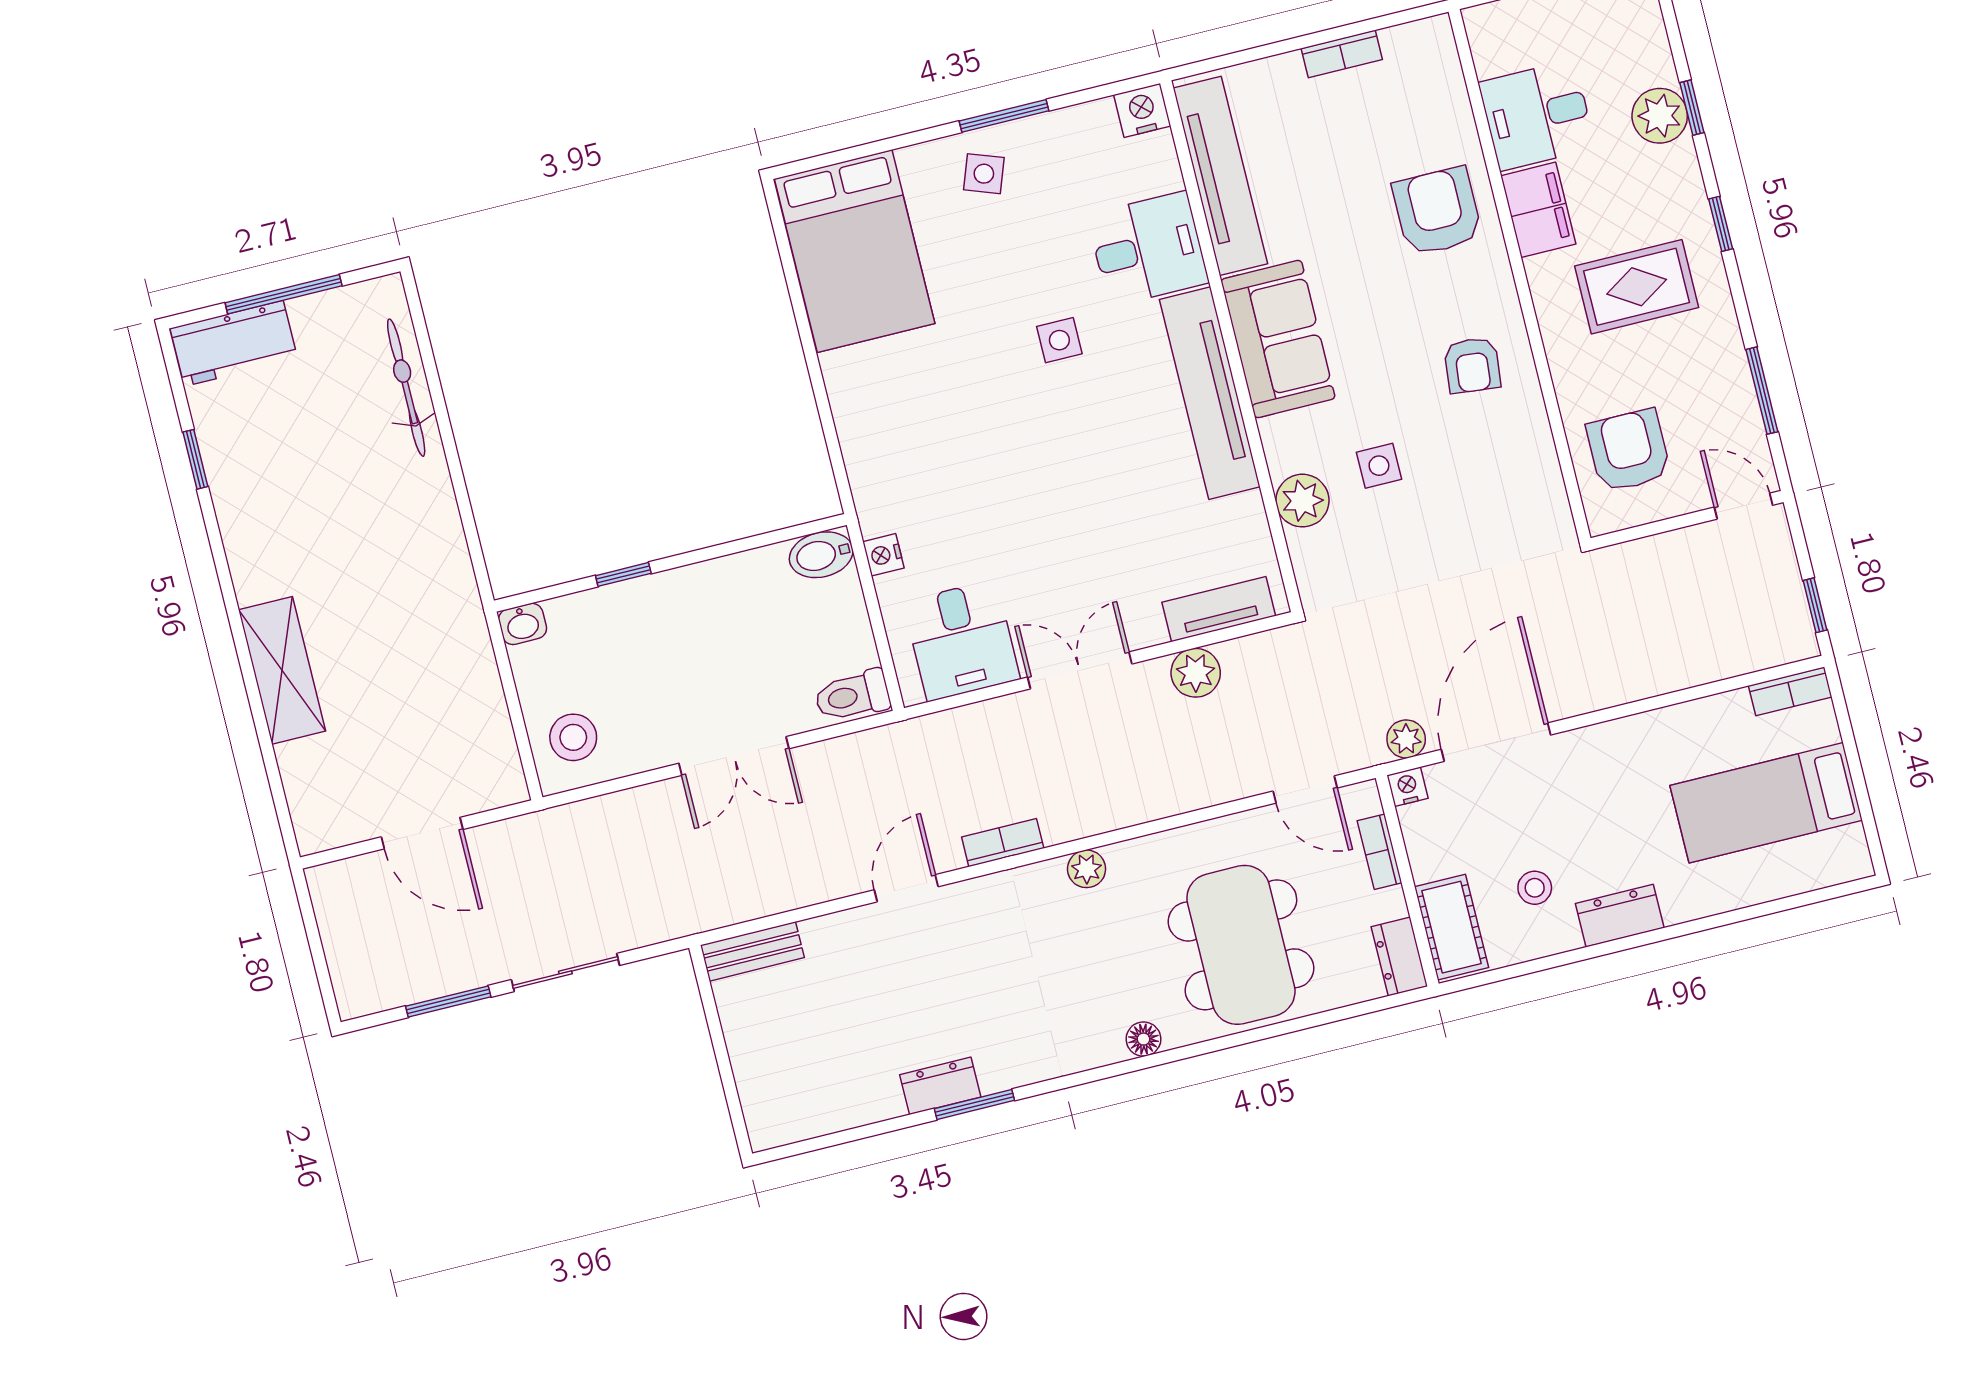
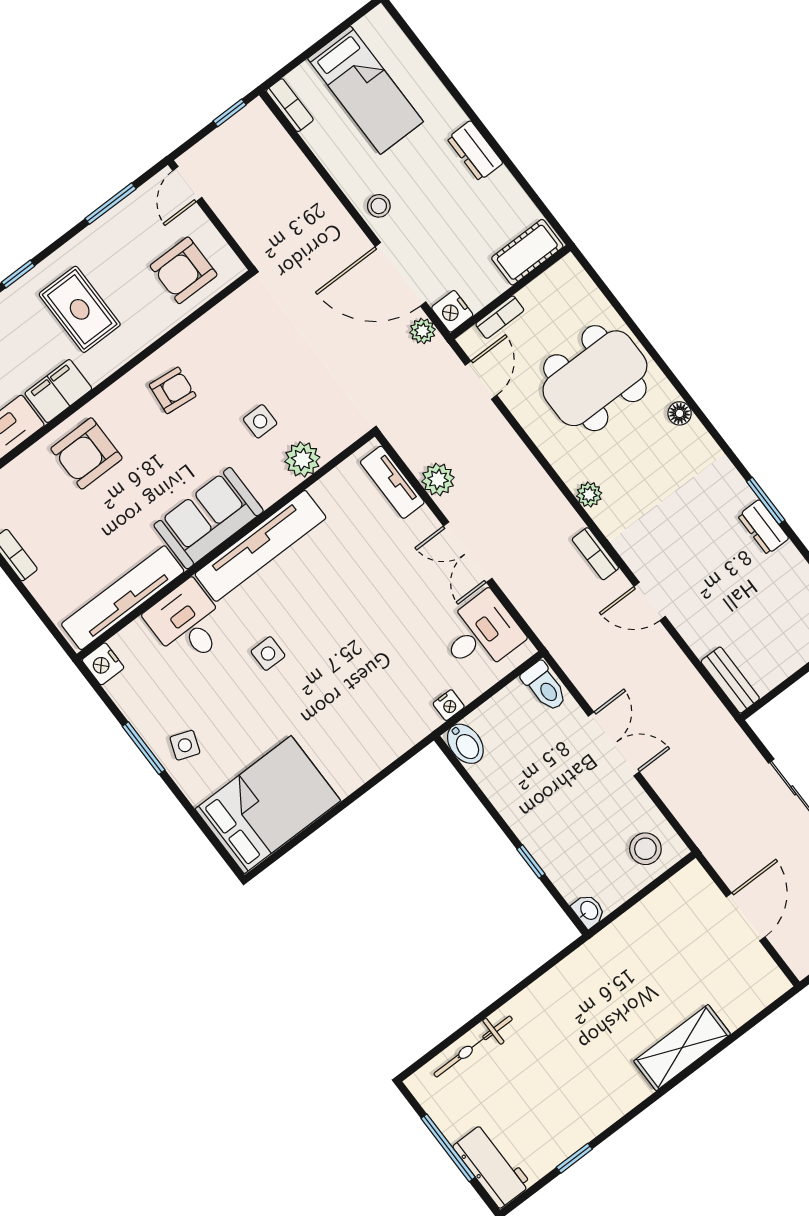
nightstand: (1407, 787) -> (452, 311), width x1.39, depth x1.35
stool: (1535, 888) -> (379, 206), moved
dresser: (1399, 957) -> (560, 277), removed

